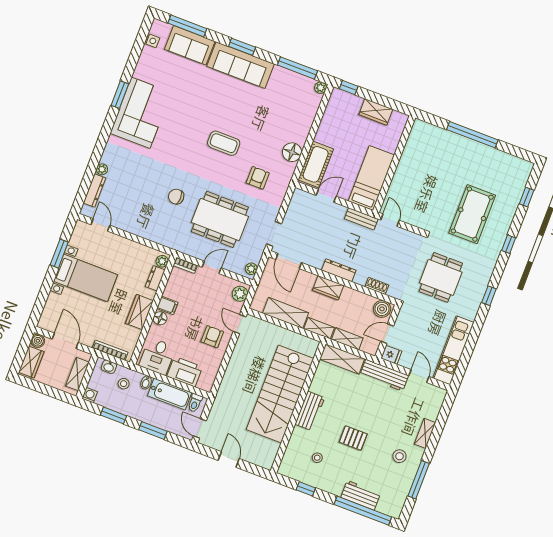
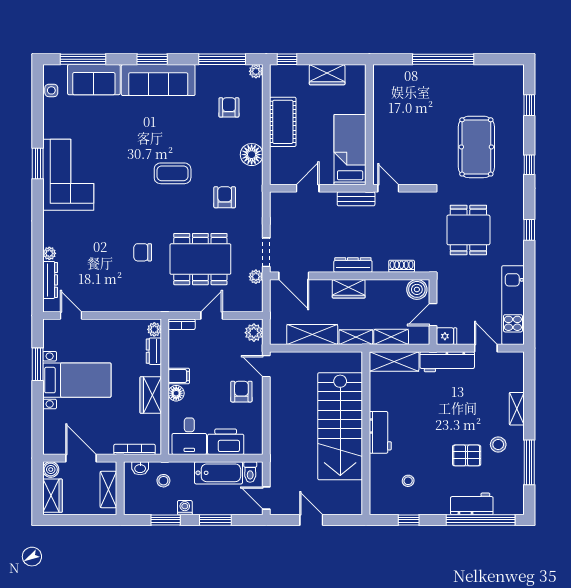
armchair: (288, 108) -> (229, 107), added
cot: (316, 164) -> (283, 122), moved
plant: (251, 269) -> (256, 277), moved
bidet: (146, 382) -> (188, 470), removed
washing machine: (90, 395) -> (185, 508), moved
pallet: (353, 438) -> (467, 455), moved

